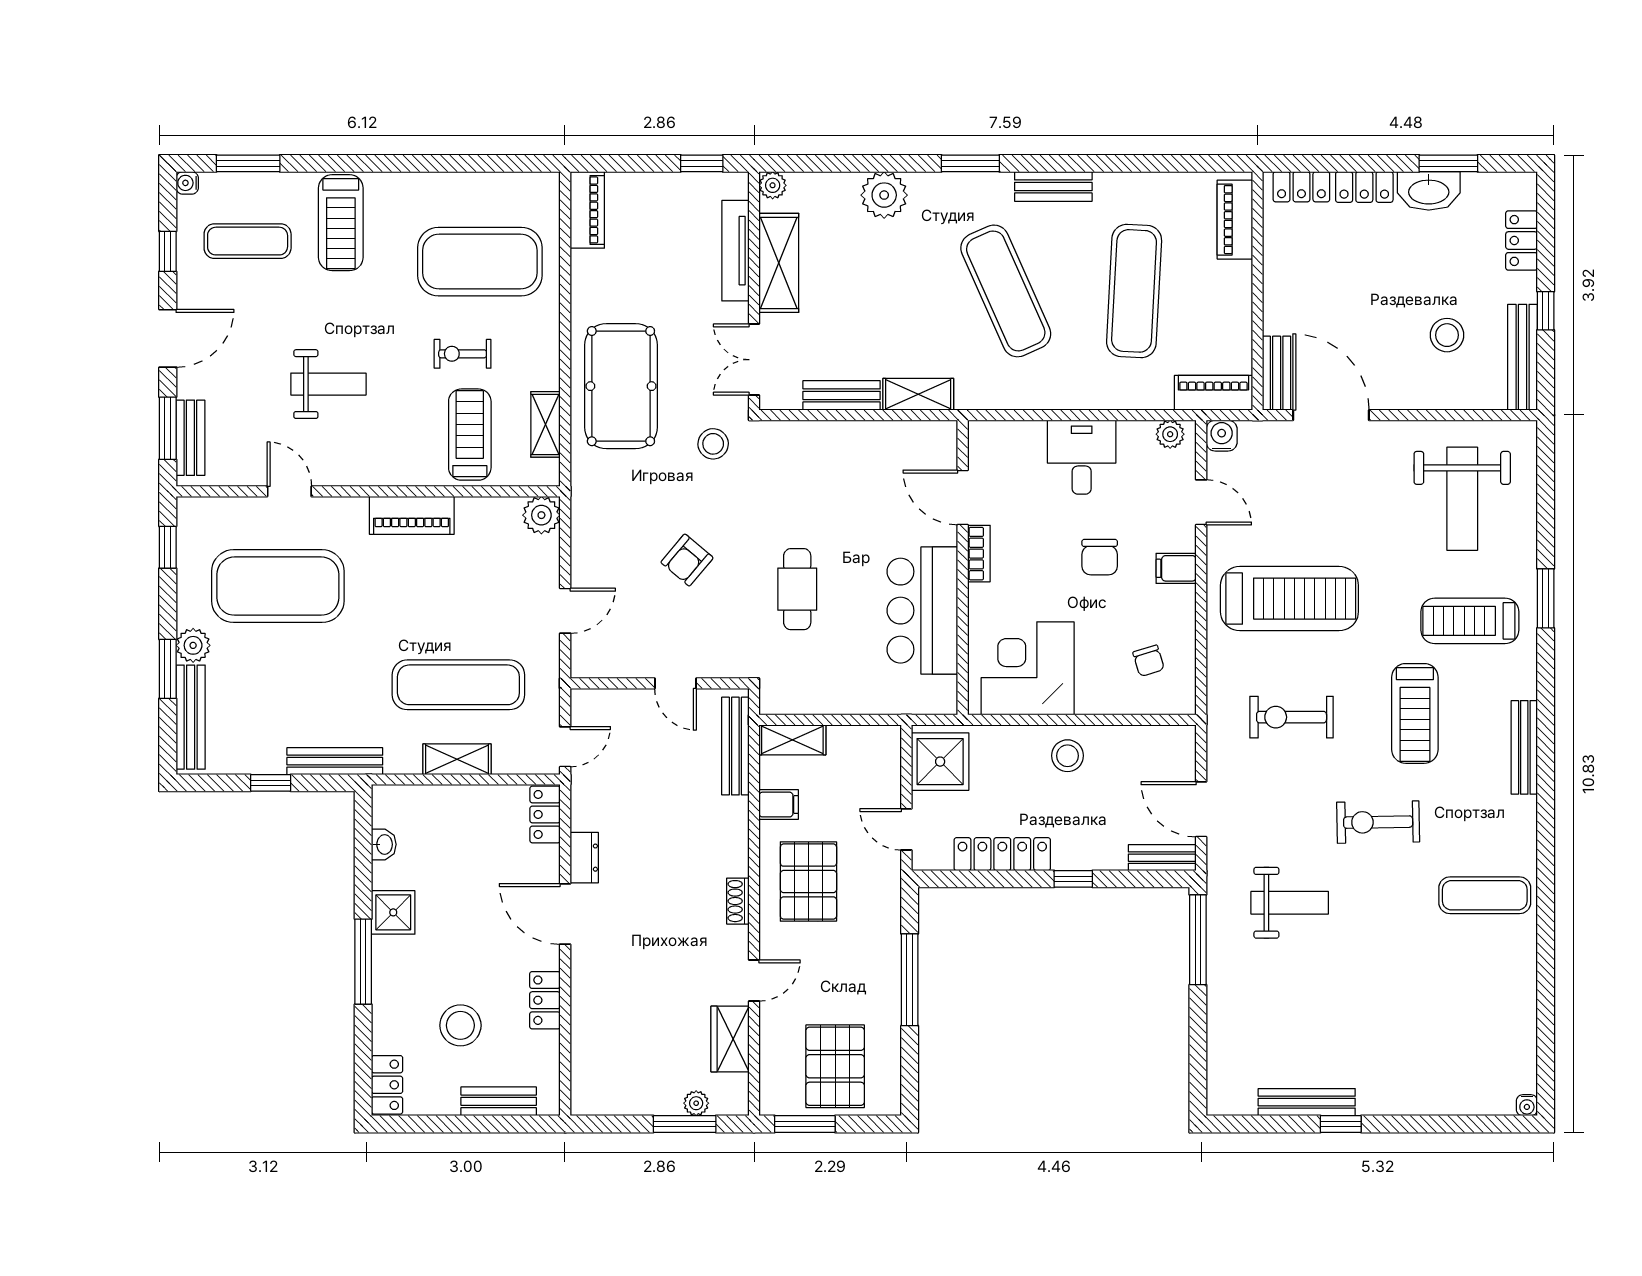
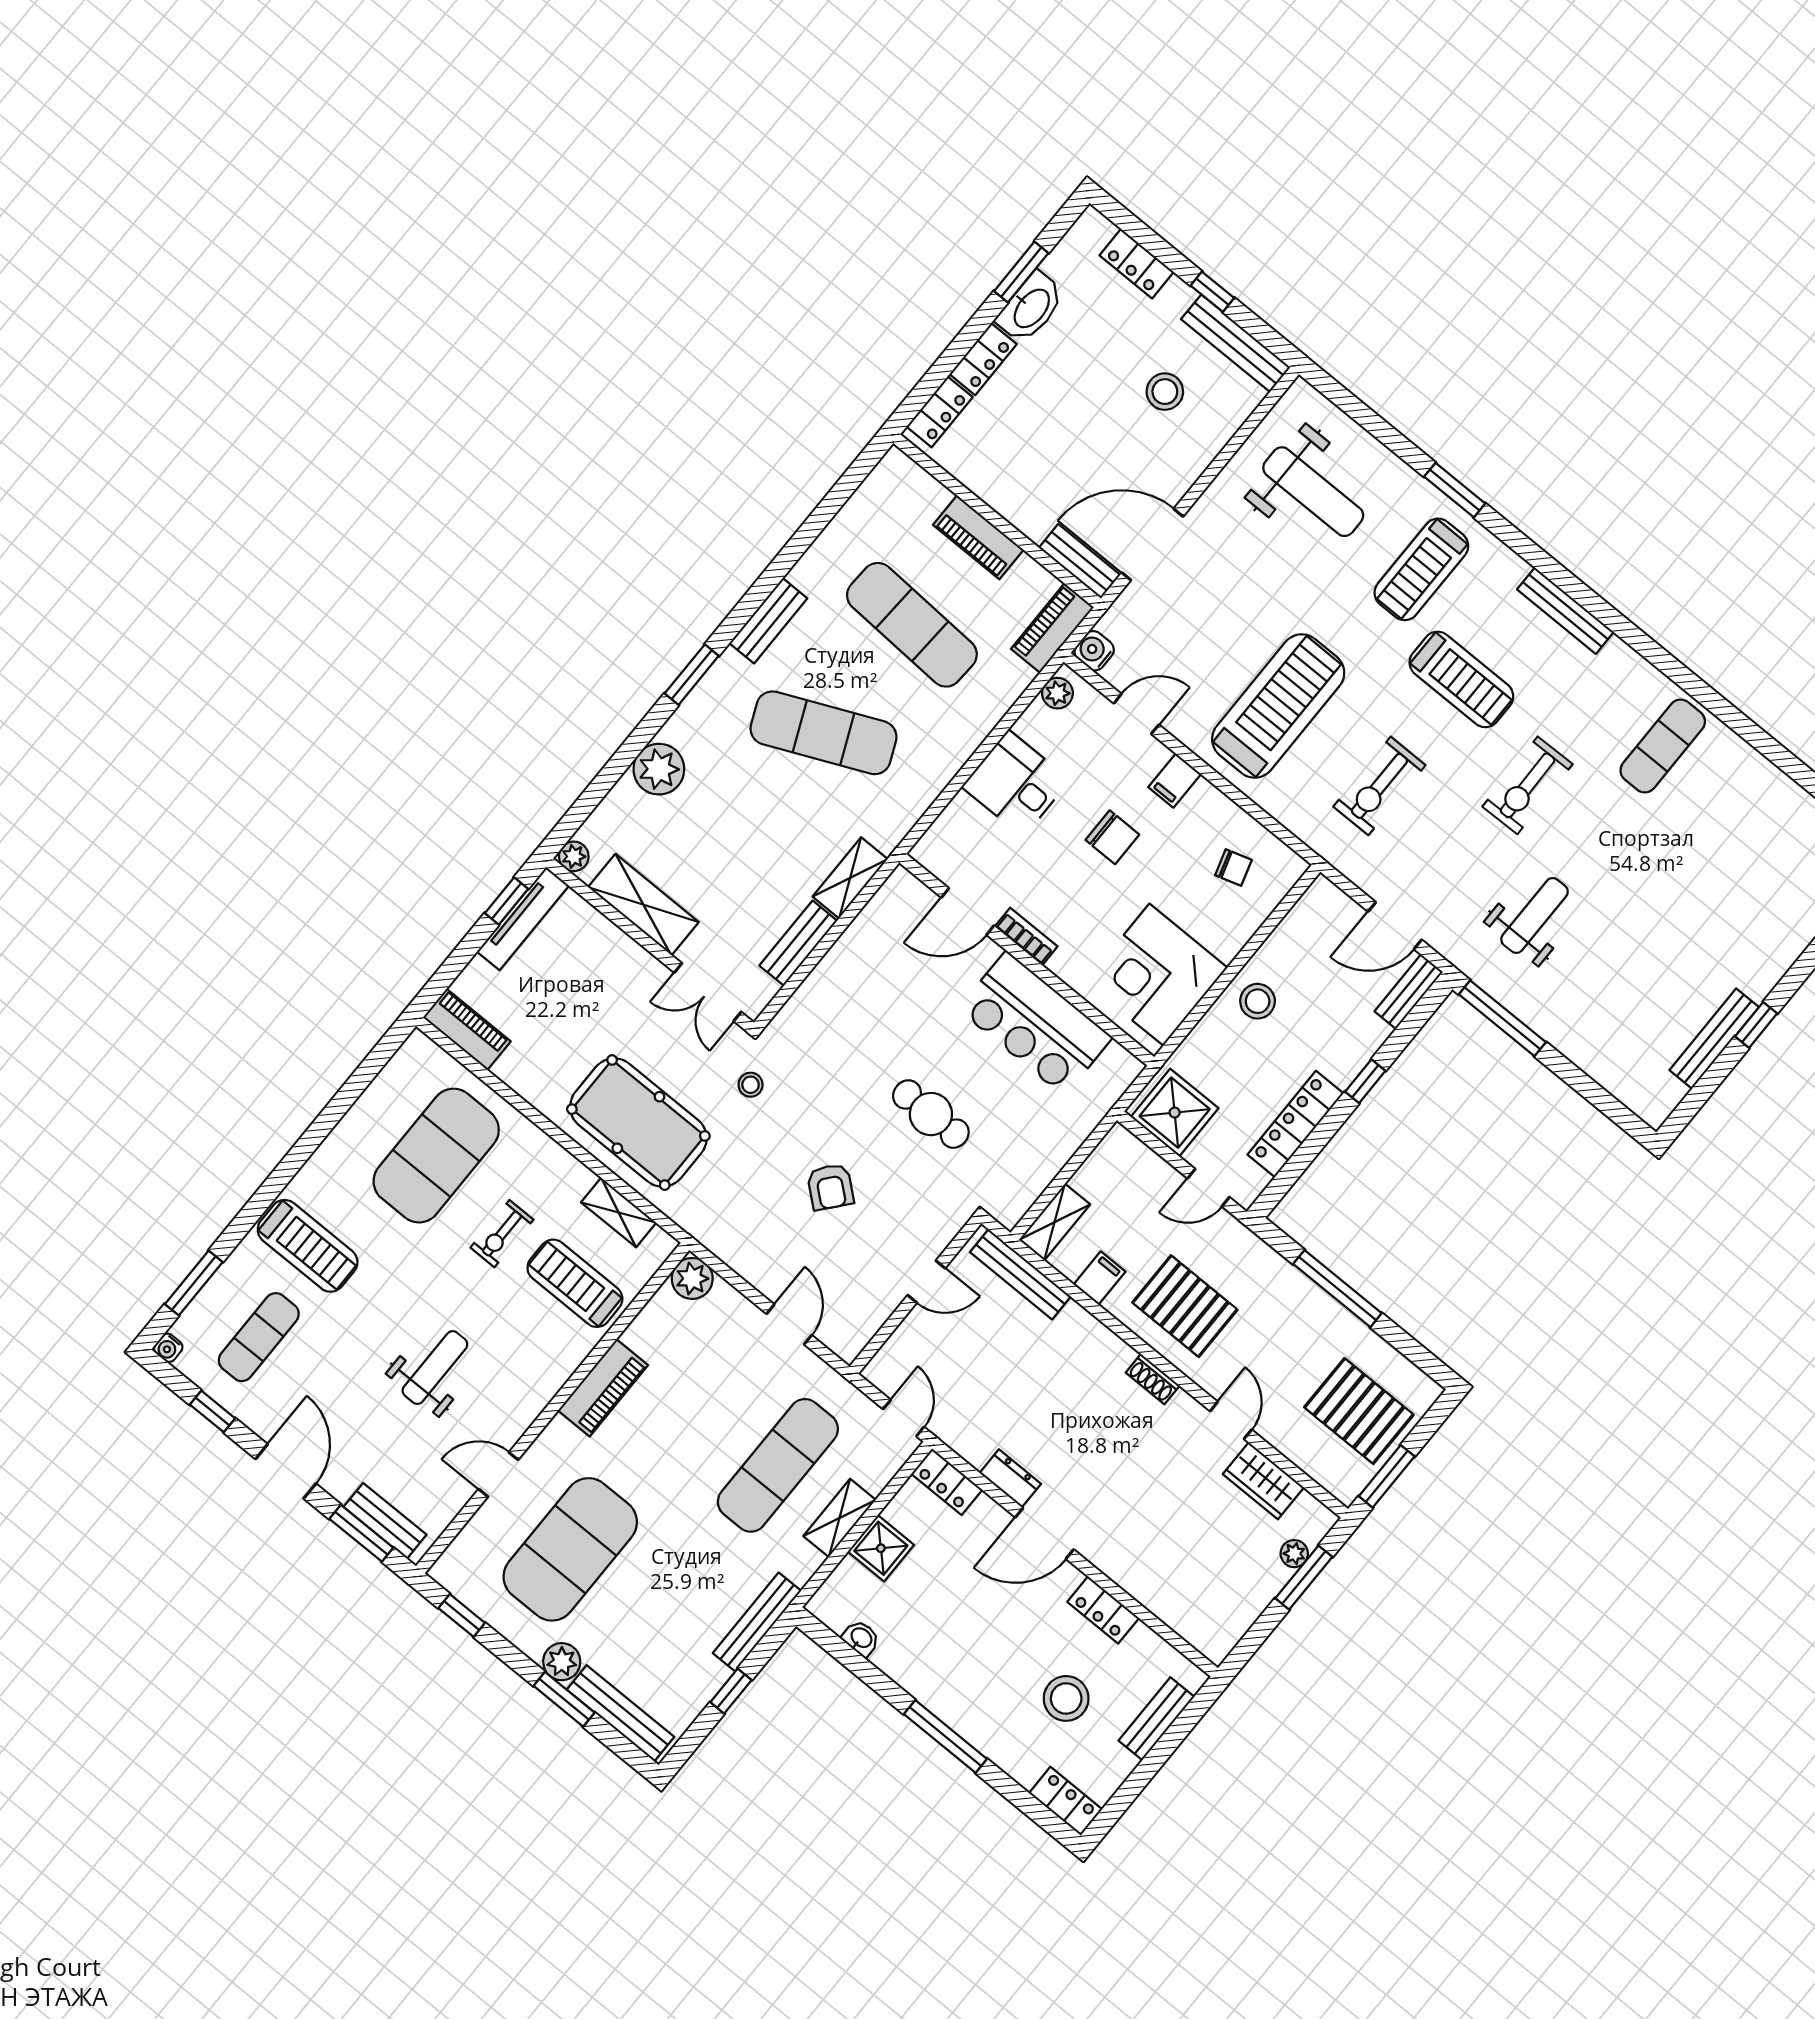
piano: (1235, 220) -> (978, 537), moved
tv unit: (735, 251) -> (523, 919), moved, turned -90
stool: (713, 444) -> (751, 1085), width x0.73, depth x0.73
shower: (393, 912) -> (881, 1548), moved

